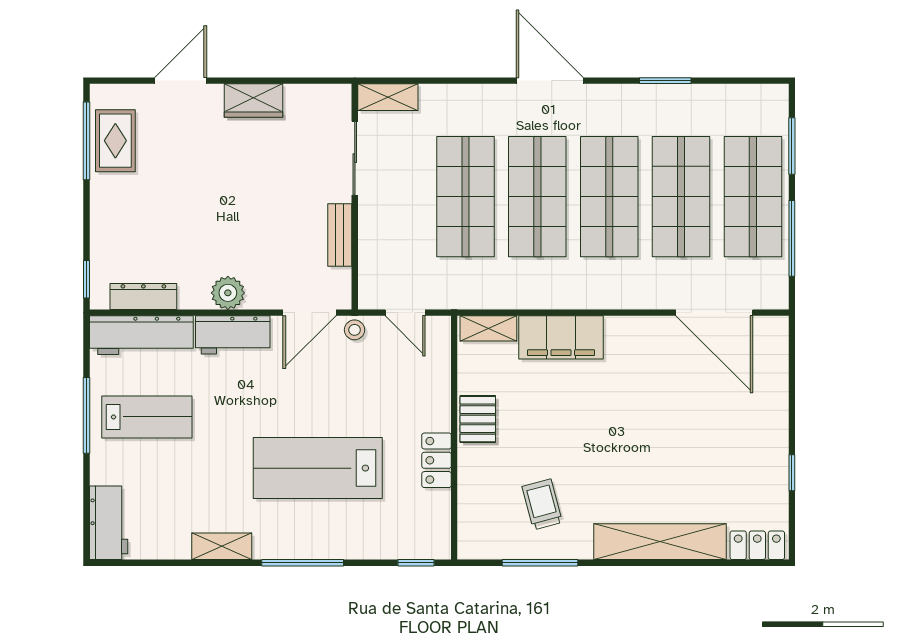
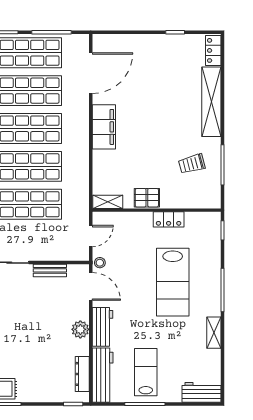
shelving: (488, 328) -> (108, 202), moved, turned 90
filing cabinet: (561, 337) -> (104, 127), moved

